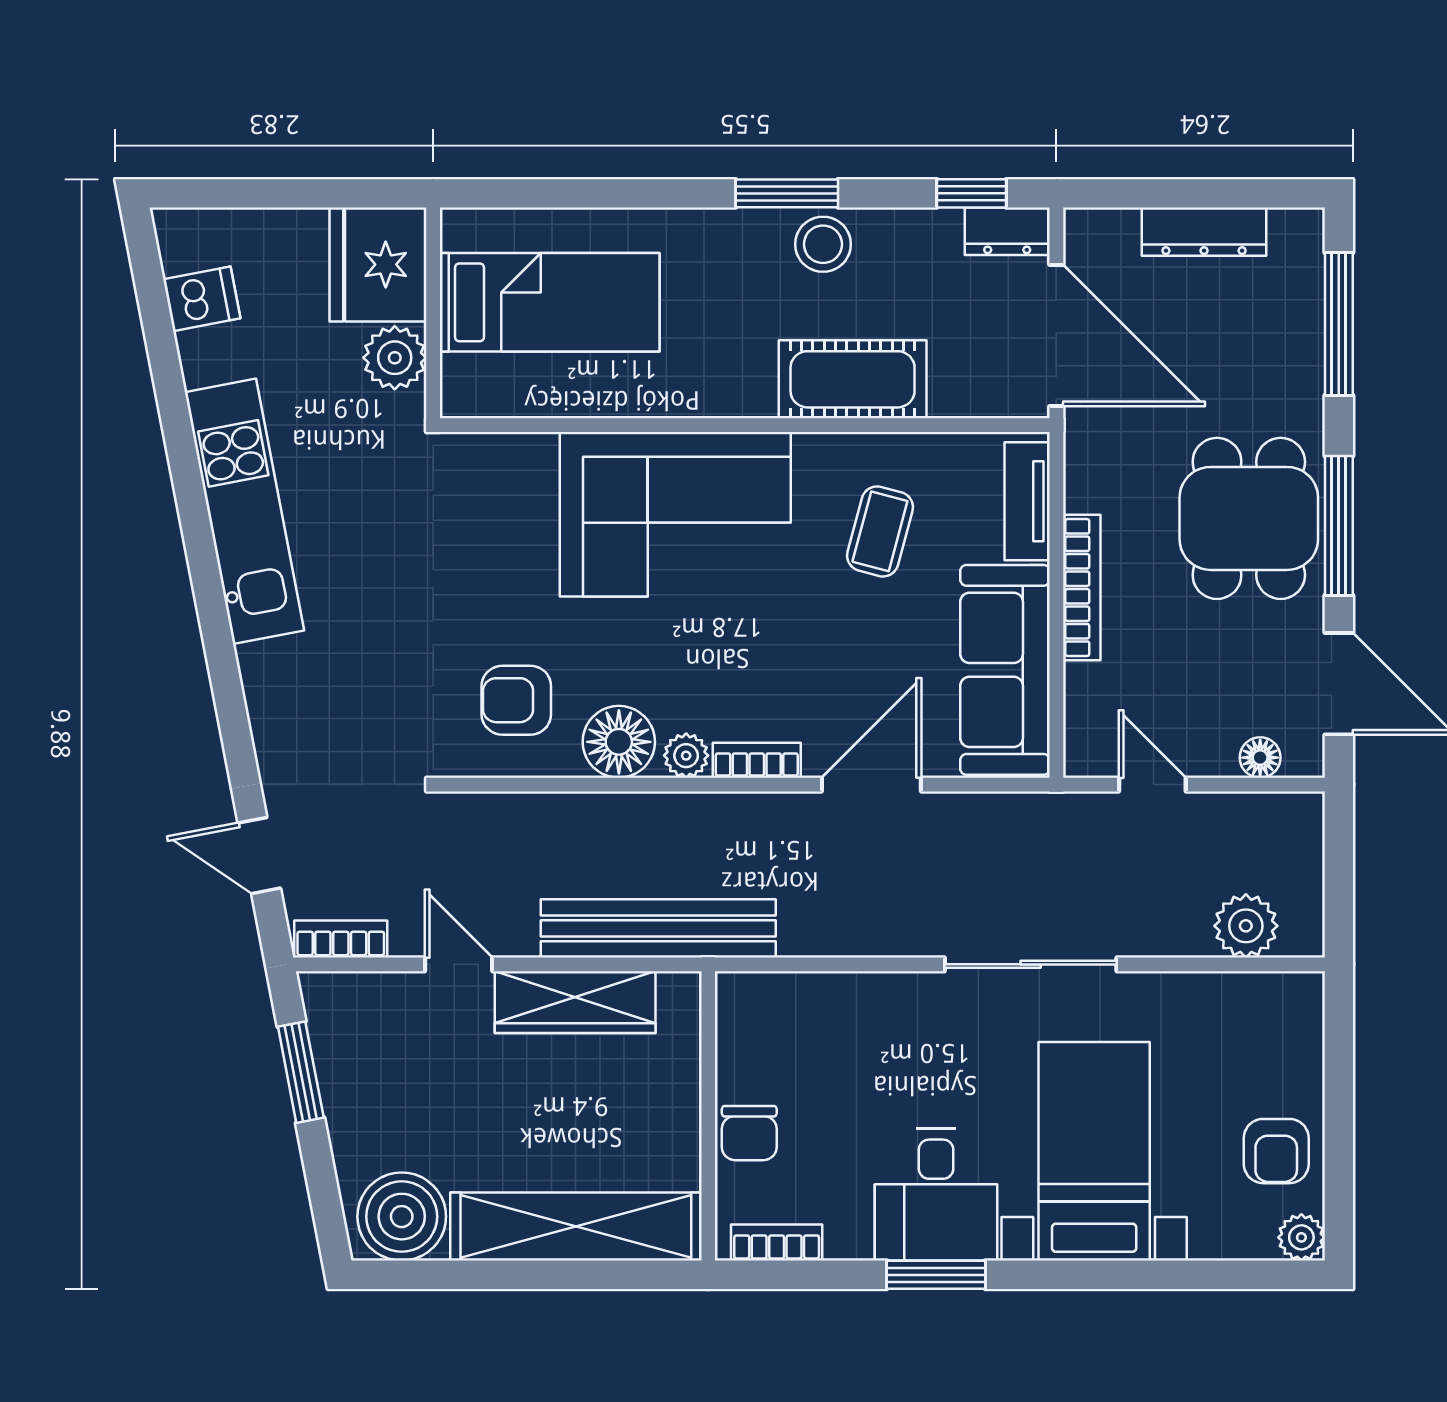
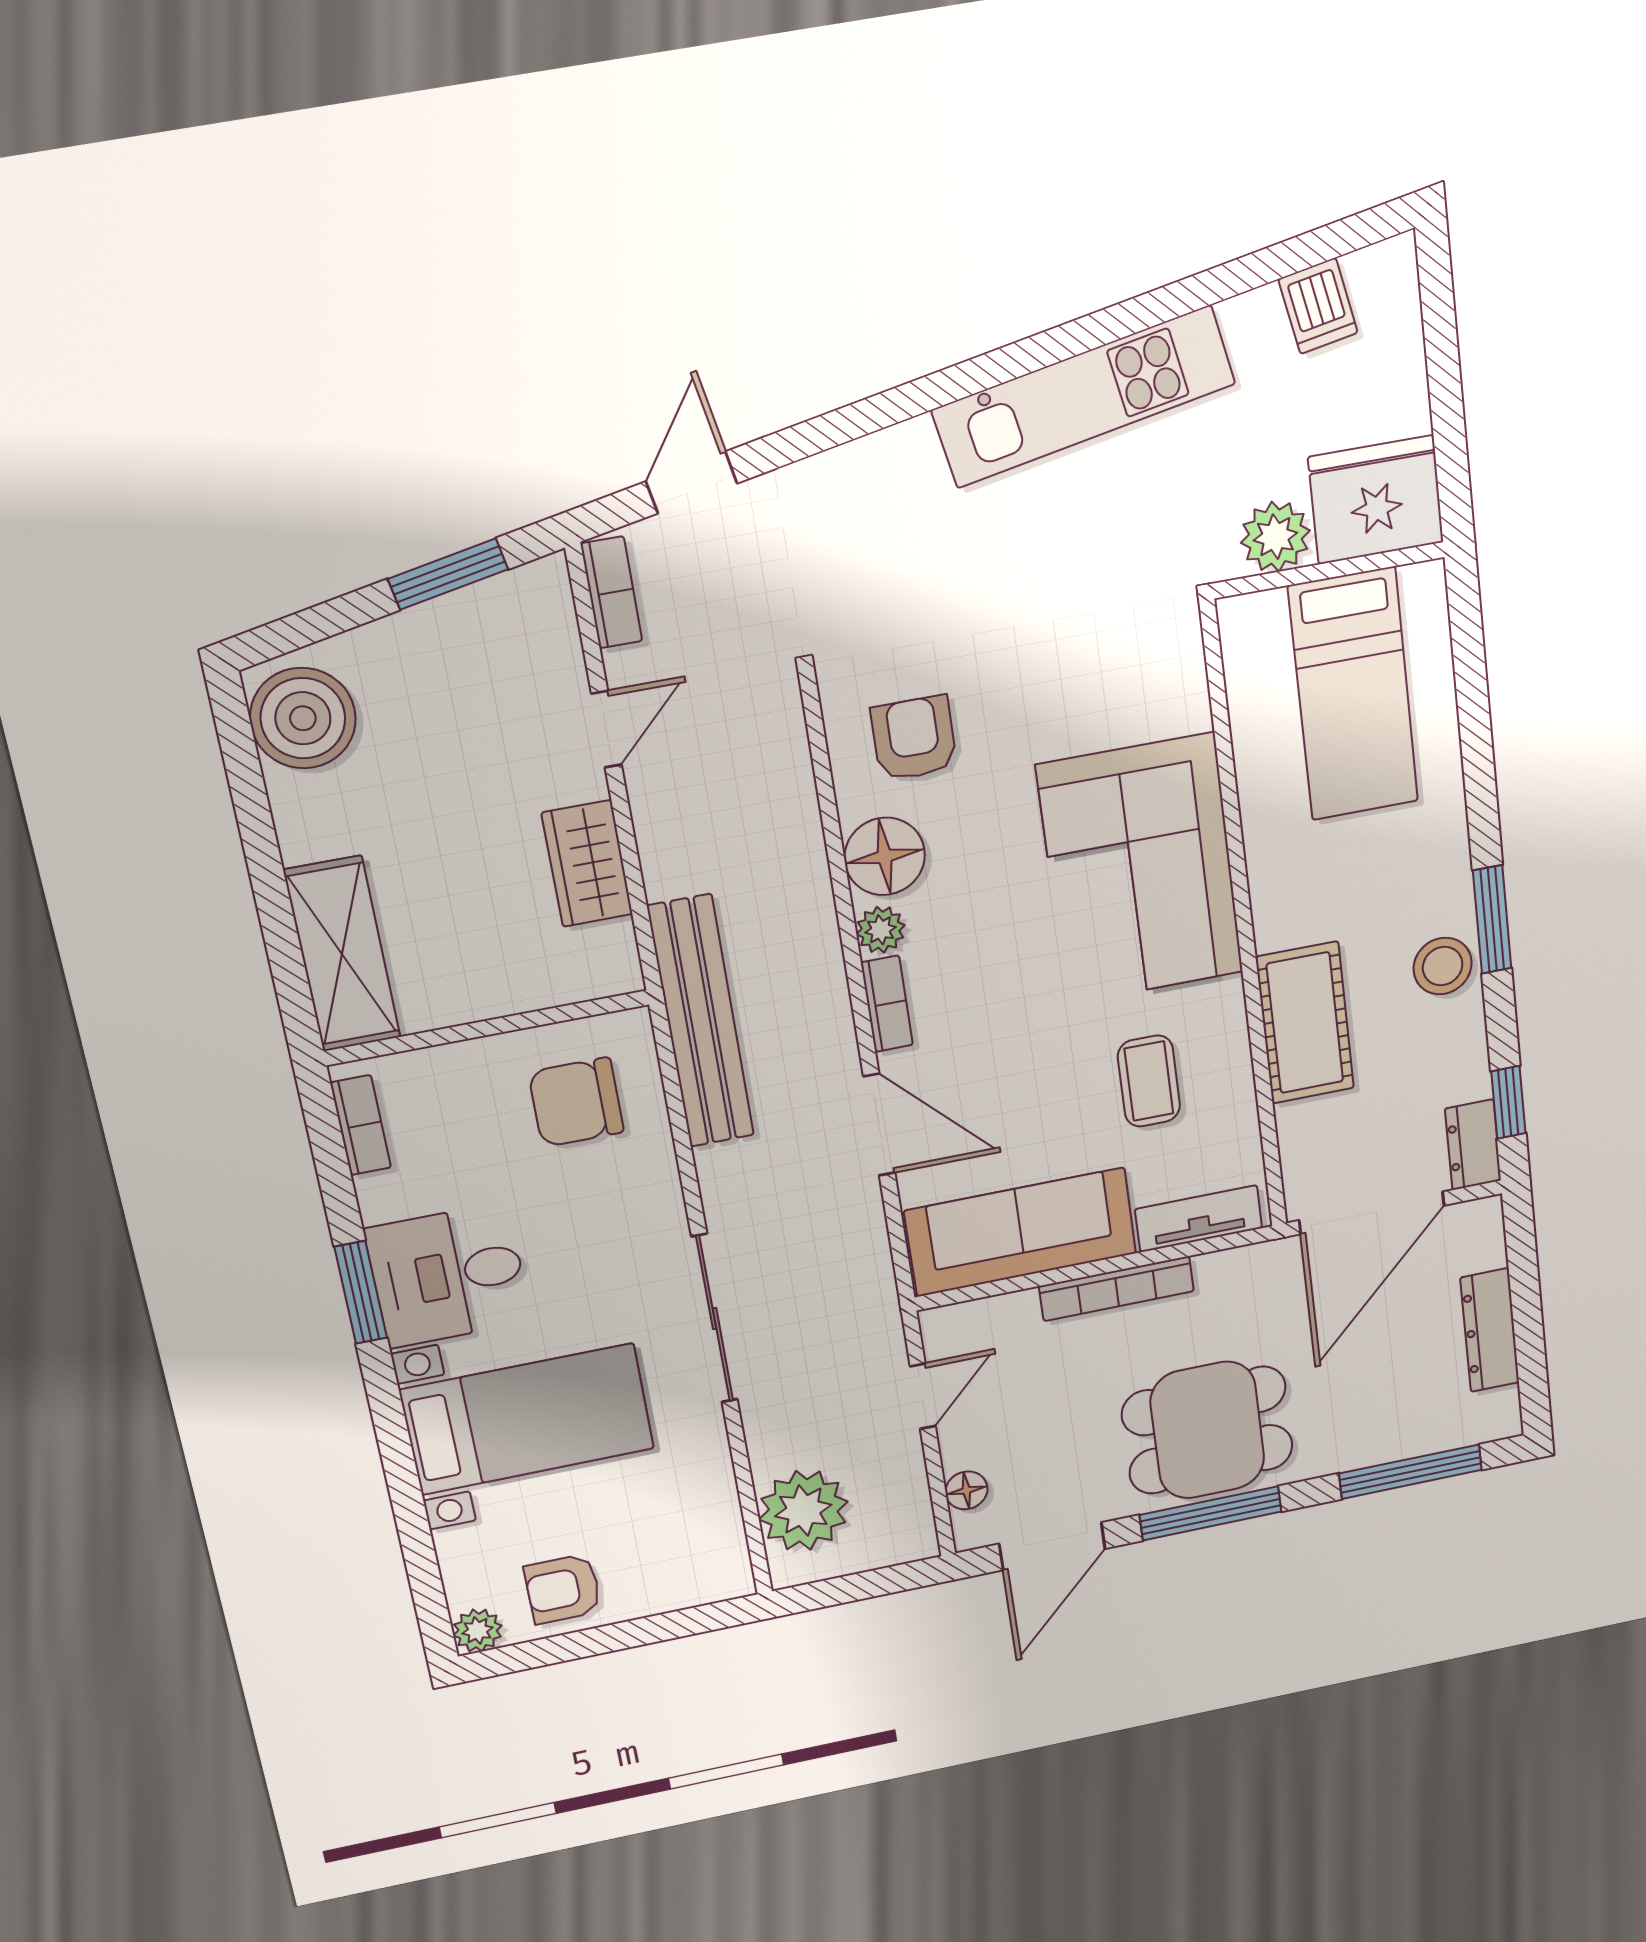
coffee table: (880, 531) -> (1149, 1081), turned 75
plant: (1246, 926) -> (803, 1510), width x1.36, depth x1.36
bench: (658, 928) -> (701, 1022), moved
wardrobe: (575, 1002) -> (587, 864), width x0.67
chair: (749, 1133) -> (576, 1102), moved, width x1.37, depth x1.37
shelving: (576, 1226) -> (342, 954), width x0.68

